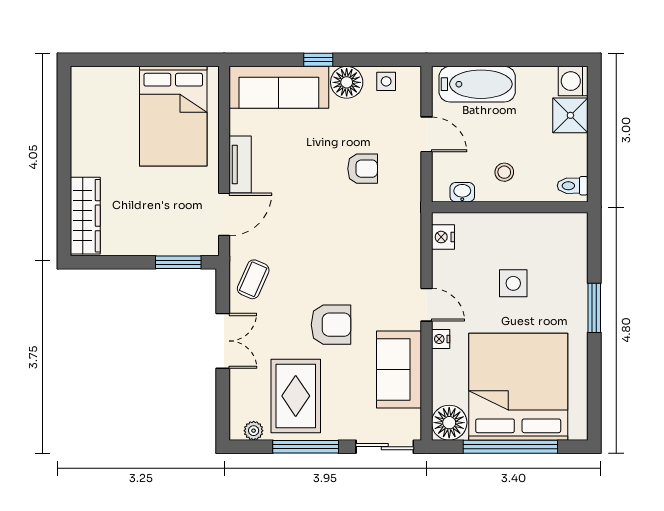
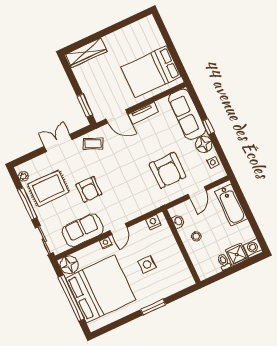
armchair: (363, 169) -> (168, 170), width x1.88, depth x1.88
toilet: (573, 186) -> (224, 262), moved
double door: (223, 341) -> (58, 143), swing flipped

